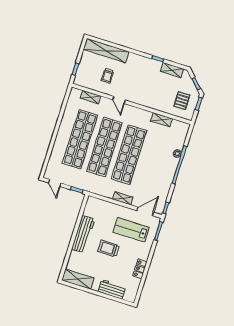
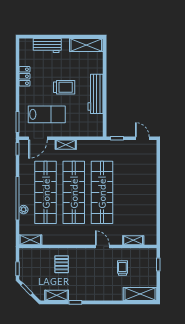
shelving: (106, 51) -> (140, 294), width x0.68
pallet: (182, 101) -> (62, 264), moved
shelving: (162, 120) -> (30, 240), moved
shop shelf: (80, 139) -> (46, 192), moved

